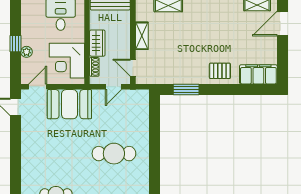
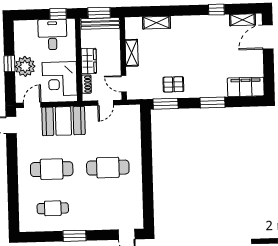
plant: (27, 52) -> (25, 66), width x1.88, depth x1.88
pallet: (220, 71) -> (173, 84), moved
window: (186, 89) -> (166, 104), moved
window: (224, 89) -> (213, 103), added
cafe table: (56, 154) -> (52, 169), added

